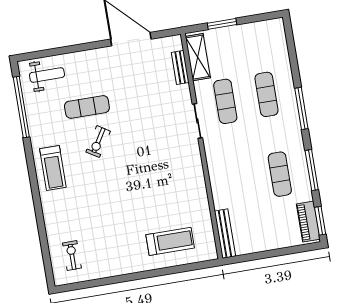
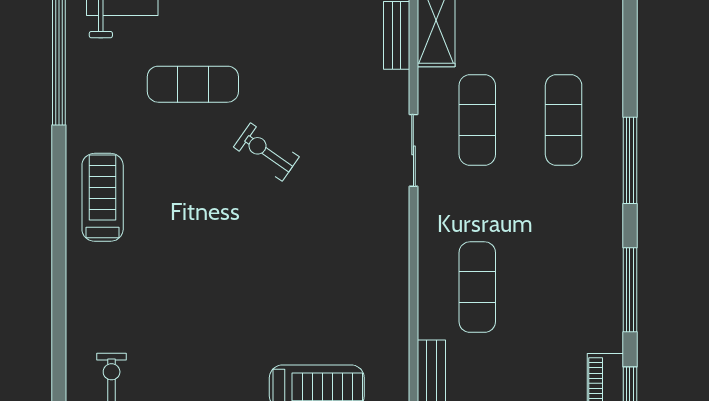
exercise bike: (98, 142) -> (266, 152), moved, turned 93
treadmill: (53, 168) -> (103, 197), turned 180
exercise mat: (280, 174) -> (477, 287), moved

